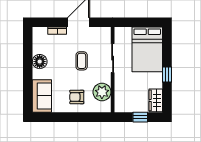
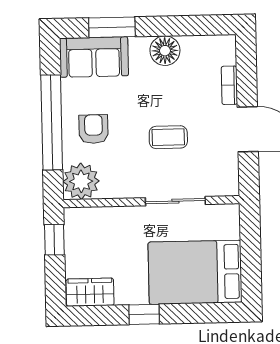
window: (28, 87) -> (112, 27), added
plant: (102, 92) -> (81, 181), moved
window: (73, 117) -> (52, 122), added
window: (140, 117) -> (54, 240), moved

